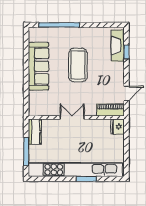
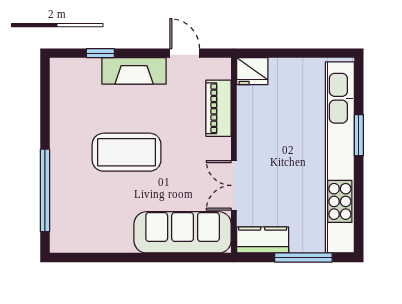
fireplace: (118, 46) -> (134, 71), moved
sofa: (39, 66) -> (183, 232), moved
piano: (110, 110) -> (219, 108), moved
double door: (72, 118) -> (234, 185), moved

